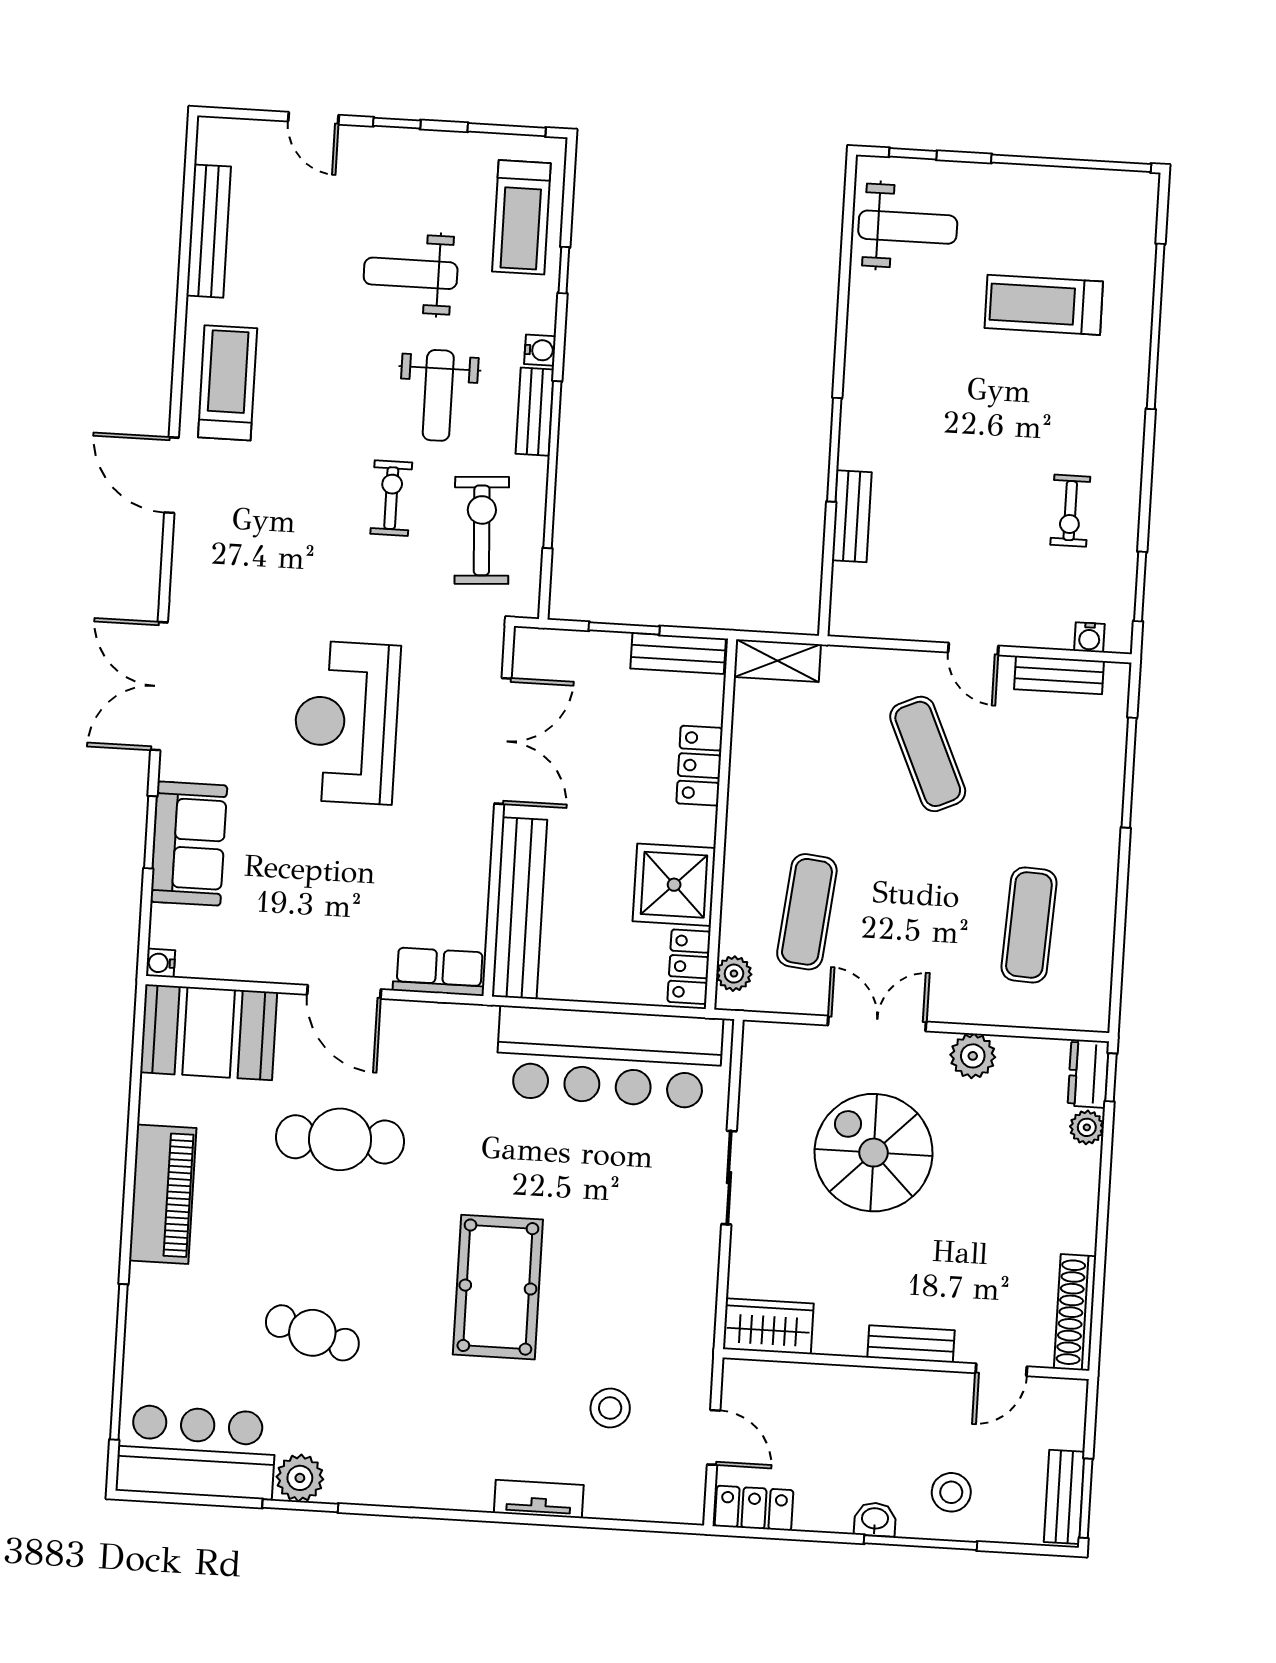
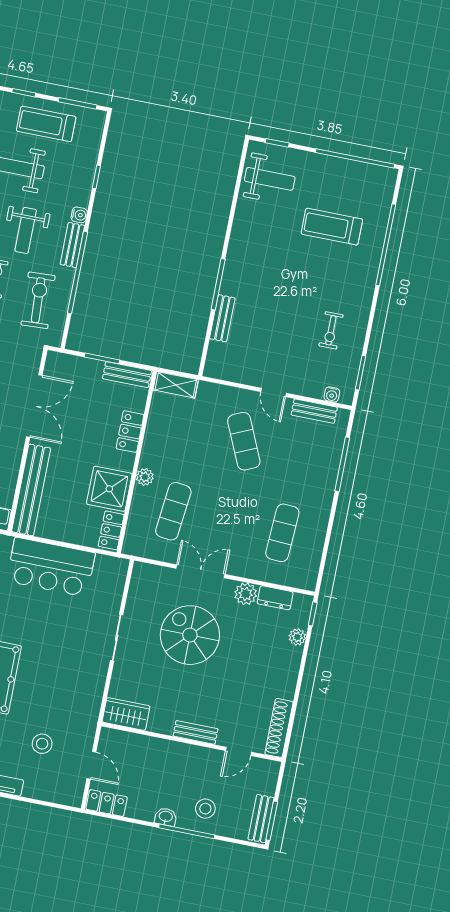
treadmill: (521, 217) -> (46, 124), moved, turned 90
plant: (734, 974) -> (145, 477), moved
bar counter: (609, 1057) -> (51, 567), width x0.73
dresser: (1088, 1074) -> (275, 598), moved, turned -90

